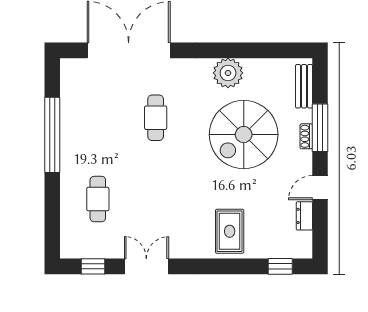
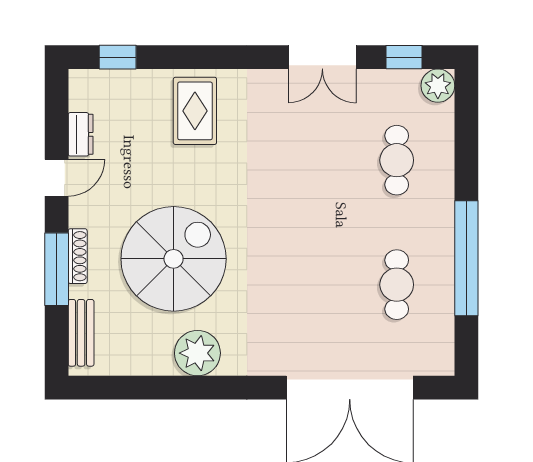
cafe table: (156, 118) -> (397, 285), moved
shoe rack: (306, 136) -> (78, 256), width x1.43
plant: (71, 248) -> (438, 86), added

